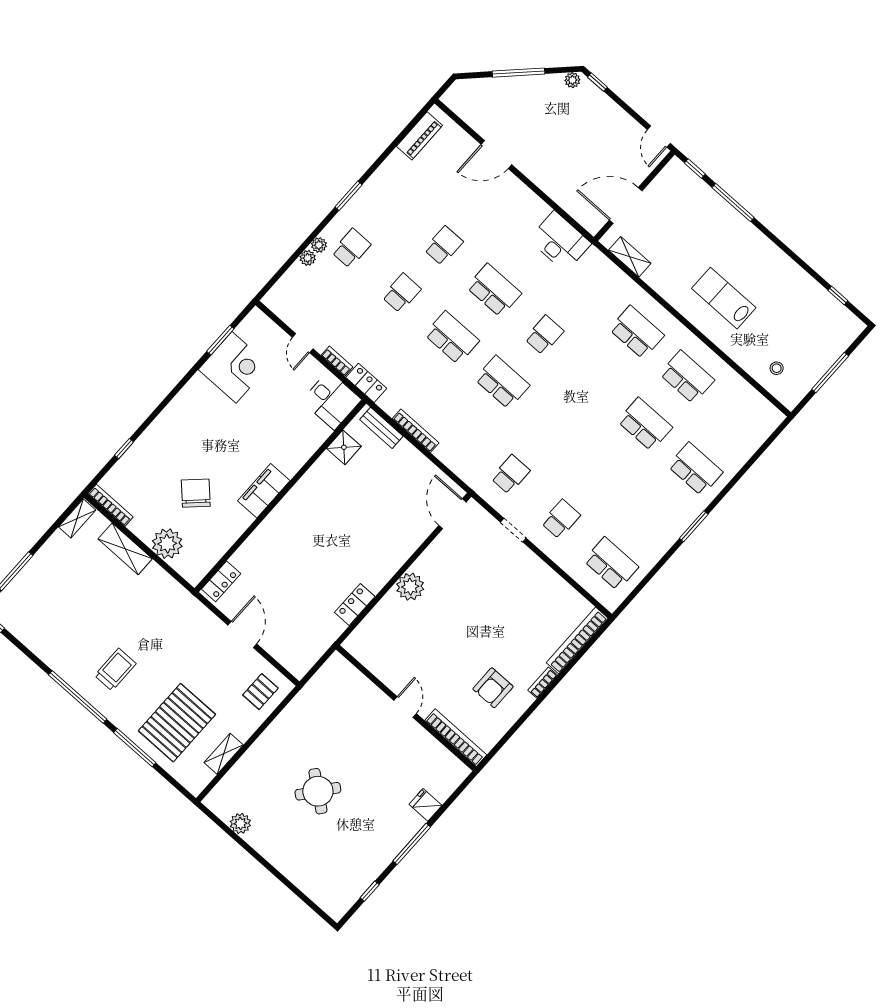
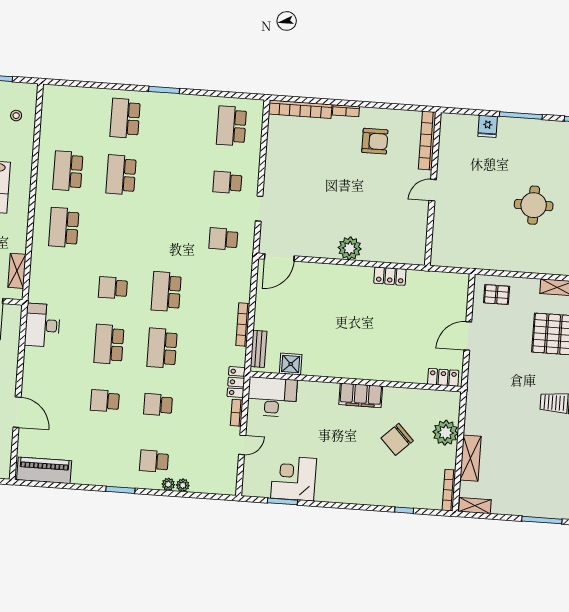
piano: (419, 136) -> (44, 470), width x1.37, depth x1.33
desk: (331, 400) -> (272, 397), width x1.37
round table: (318, 791) -> (534, 205), turned -38

